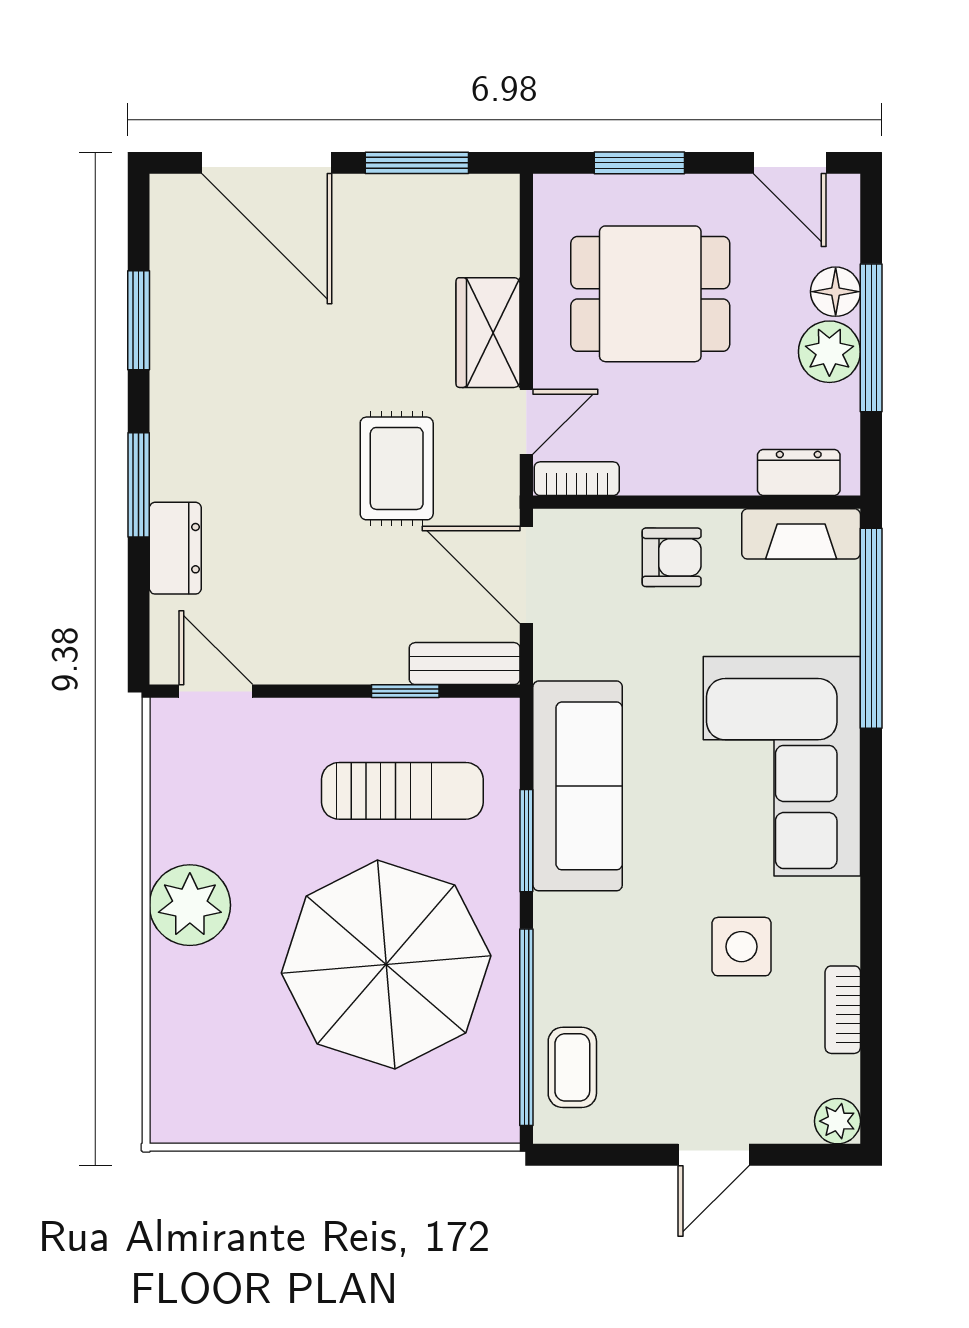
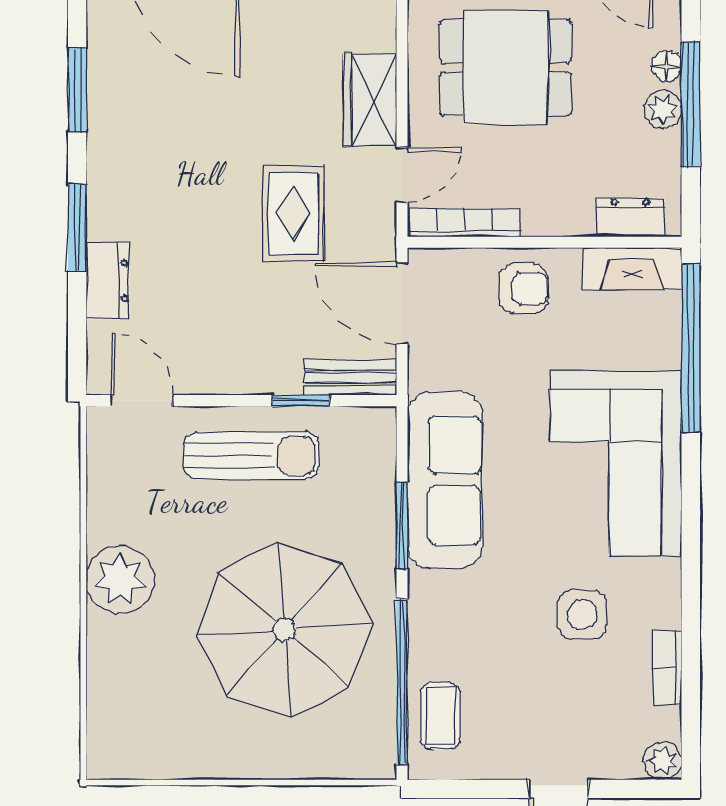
floor lamp: (836, 292) -> (666, 66), width x0.73, depth x0.73
plant: (829, 352) -> (663, 109), width x0.73, depth x0.73
bookcase: (577, 479) -> (464, 223), width x1.56
sun lounger: (402, 791) -> (251, 456), moved

